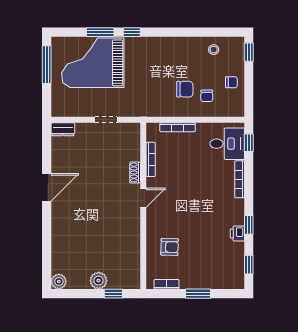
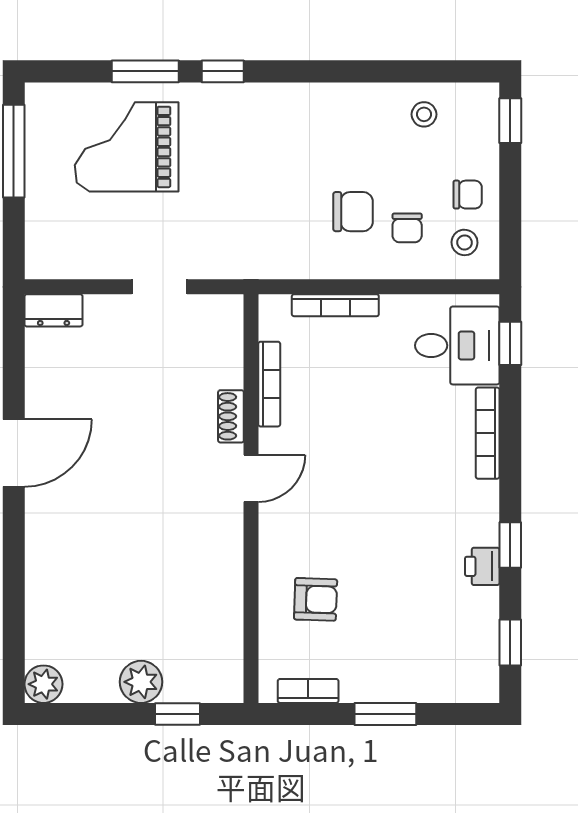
grand piano: (93, 63) -> (127, 147), width x0.73, depth x0.68
stool: (230, 102) -> (465, 242), added

